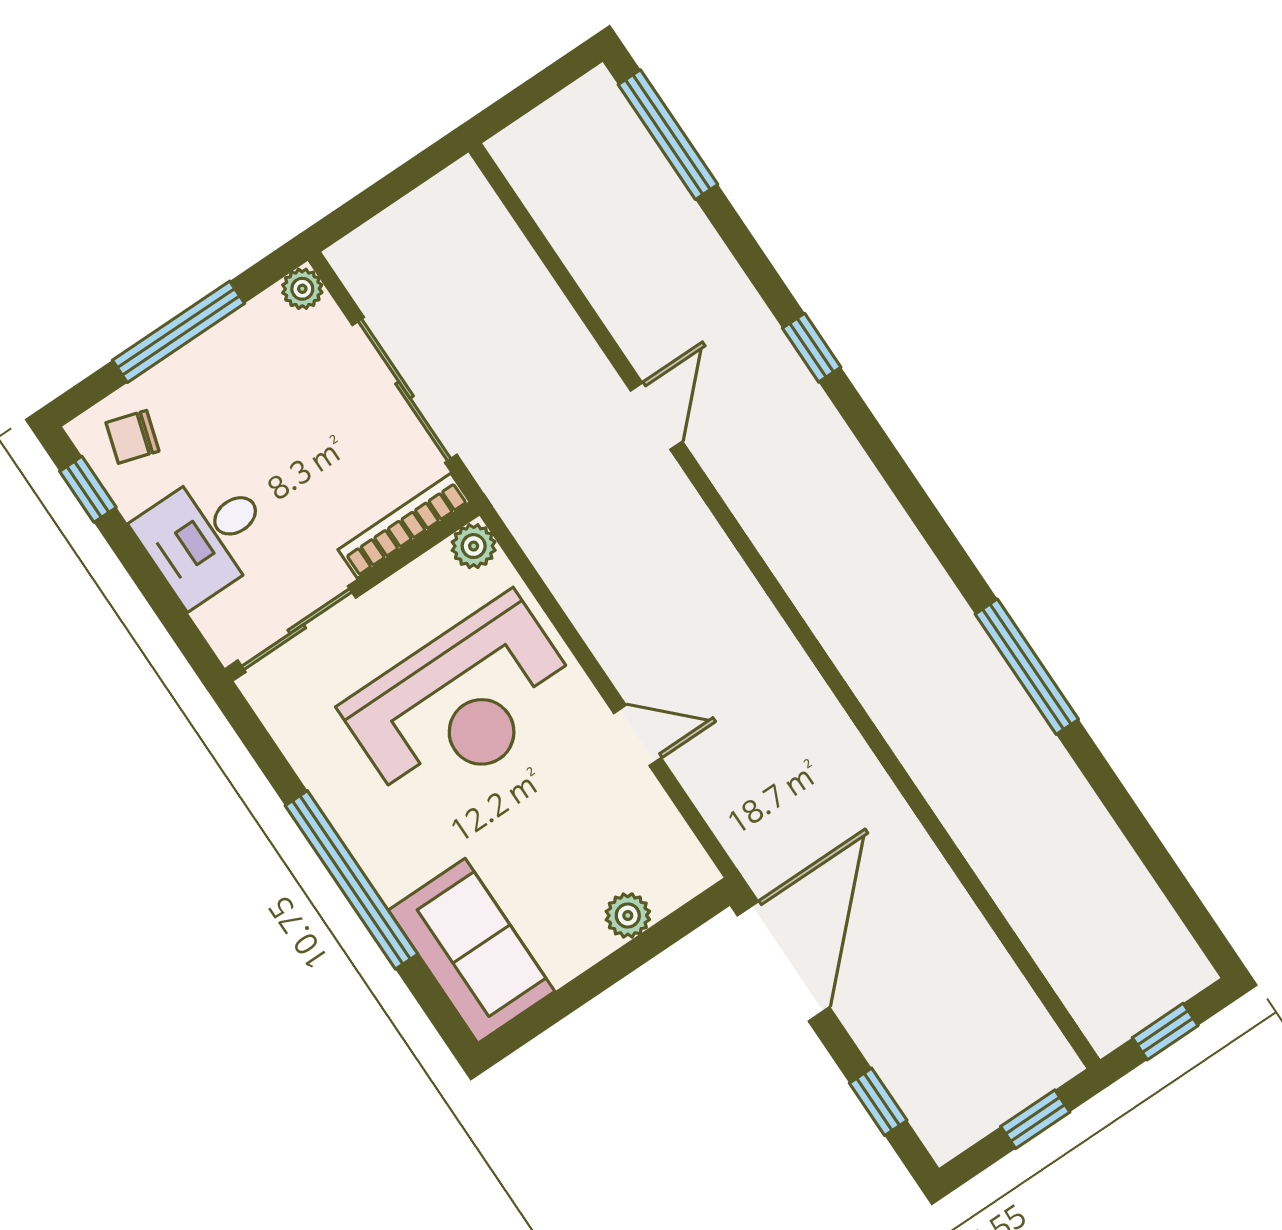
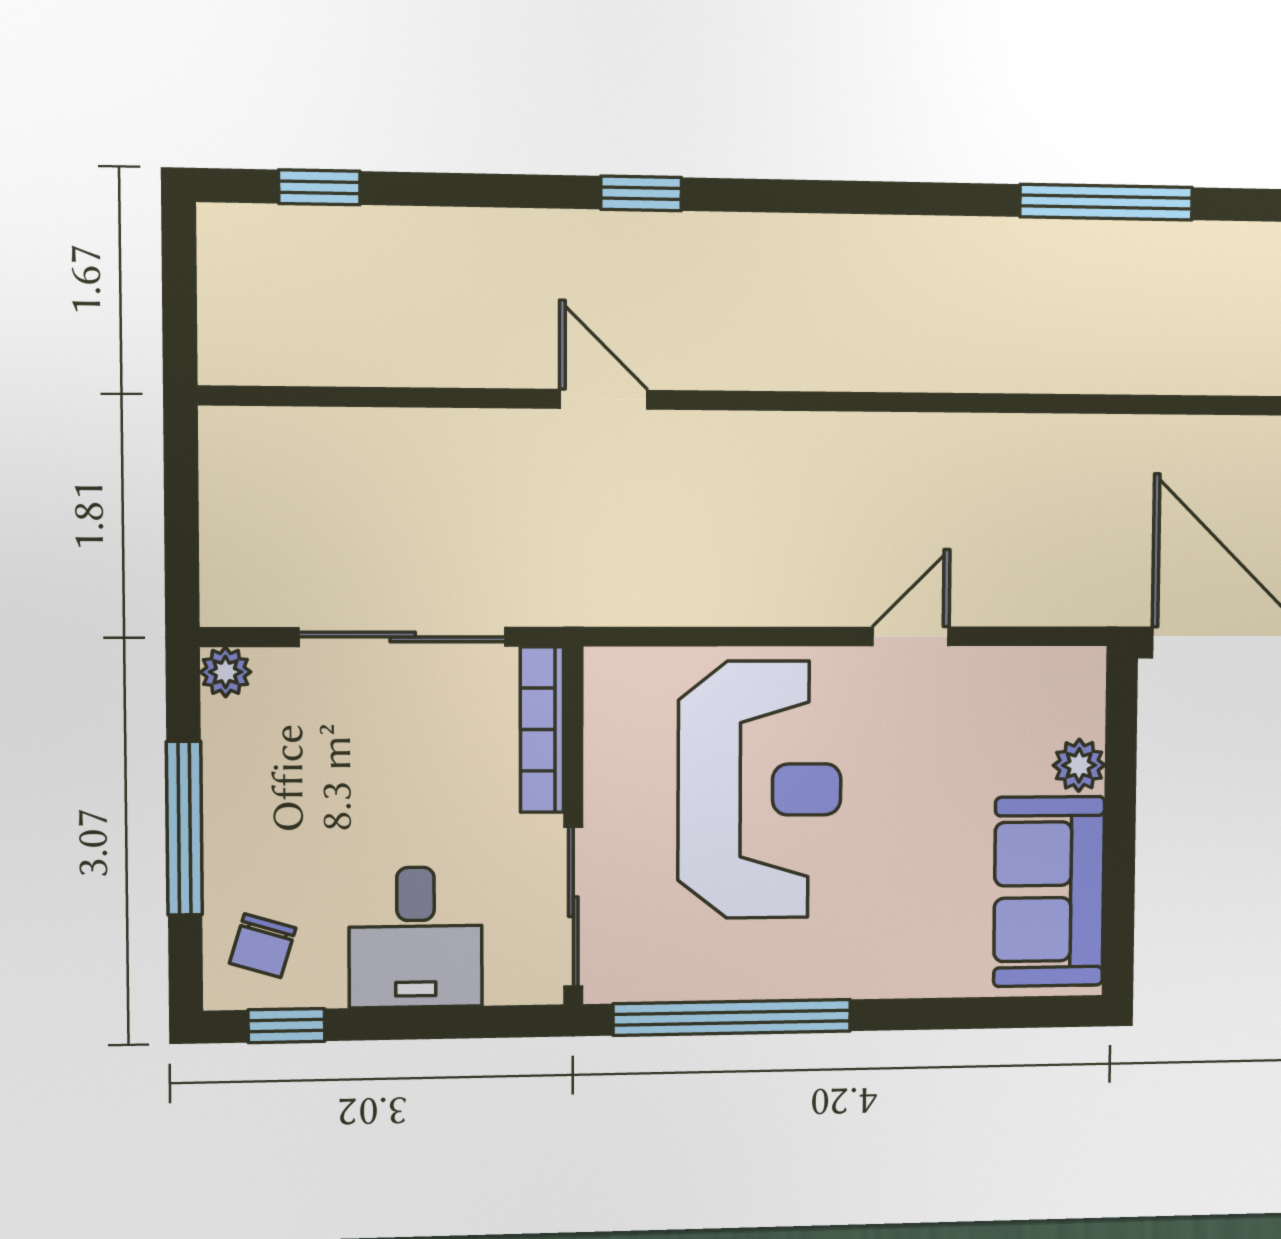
window: (668, 135) -> (319, 187), width x0.46
plant: (474, 546) -> (610, 673), removed
window: (351, 880) -> (732, 1017), moved
sofa: (471, 951) -> (1049, 892), moved, turned -90

